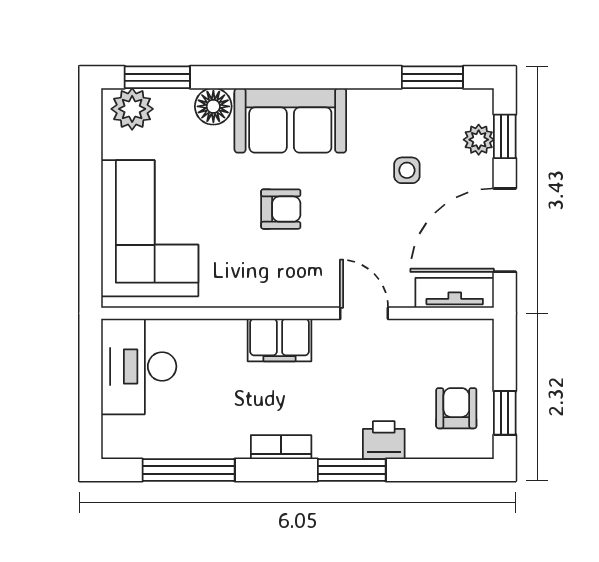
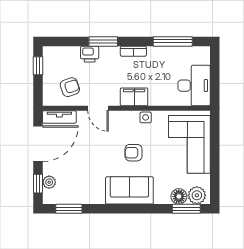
floor lamp: (213, 106) -> (179, 196), moved
side table: (407, 170) -> (146, 117), moved
armchair: (456, 408) -> (70, 87), moved, turned -109

